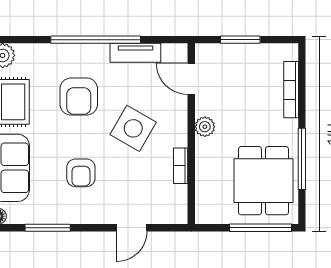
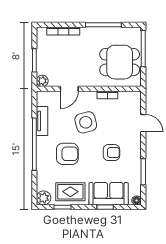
door: (191, 79) -> (69, 89), moved
plant: (205, 127) -> (42, 81), moved
side table: (133, 128) -> (86, 122), turned 45
dining table: (263, 181) -> (120, 62), moved

